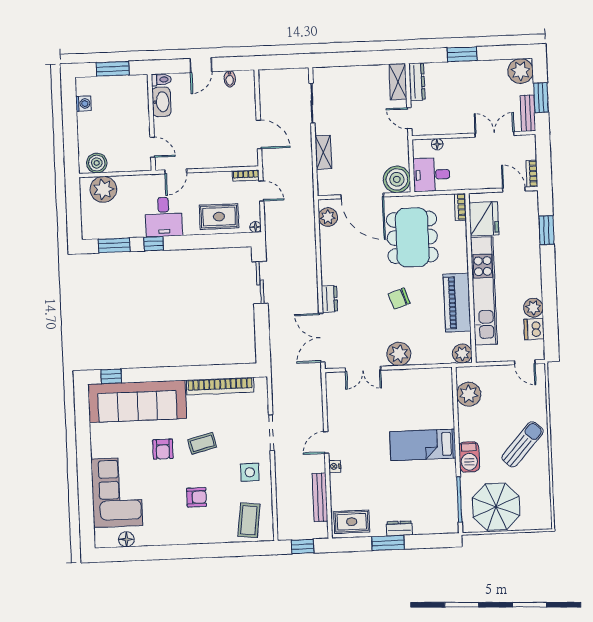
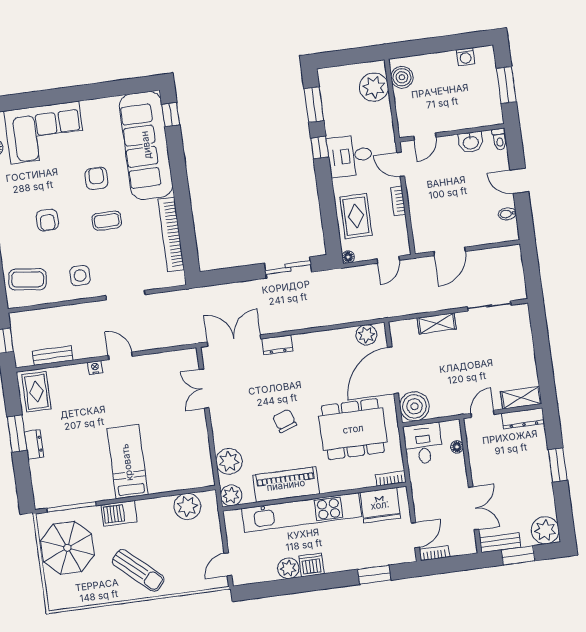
washbasin: (161, 102) -> (471, 142), width x0.72
bookcase: (246, 175) -> (398, 201), moved
dishwasher: (534, 329) -> (311, 565), moved
plant: (399, 354) -> (229, 461), moved
coffee table: (202, 443) -> (107, 221), turned -76
armchair: (163, 449) -> (97, 178), turned 90
bench: (320, 497) -> (53, 356), width x0.73

